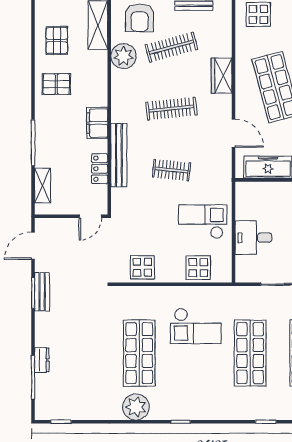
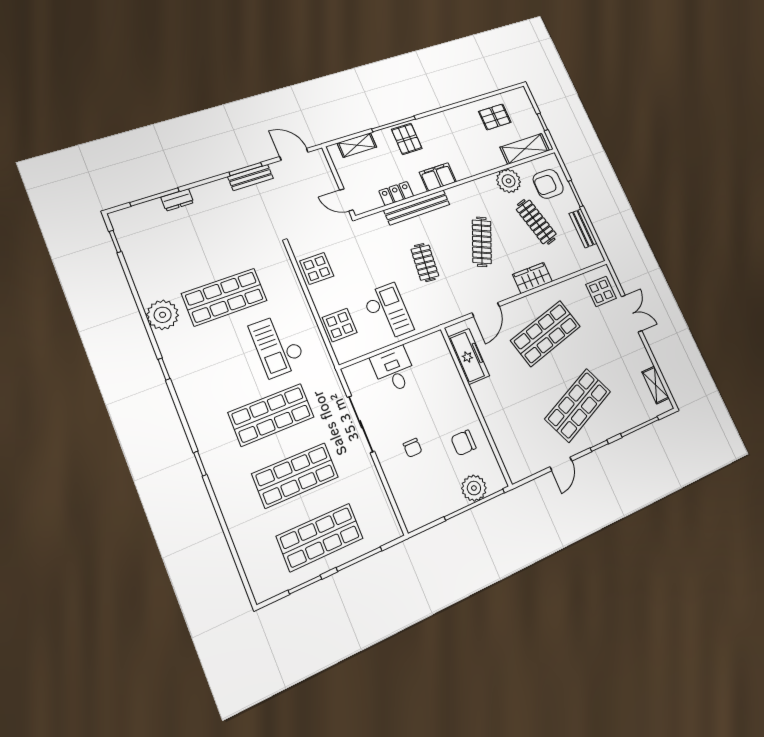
pallet: (56, 84) -> (407, 139), moved
clothes rail: (171, 109) -> (482, 242), turned 30

